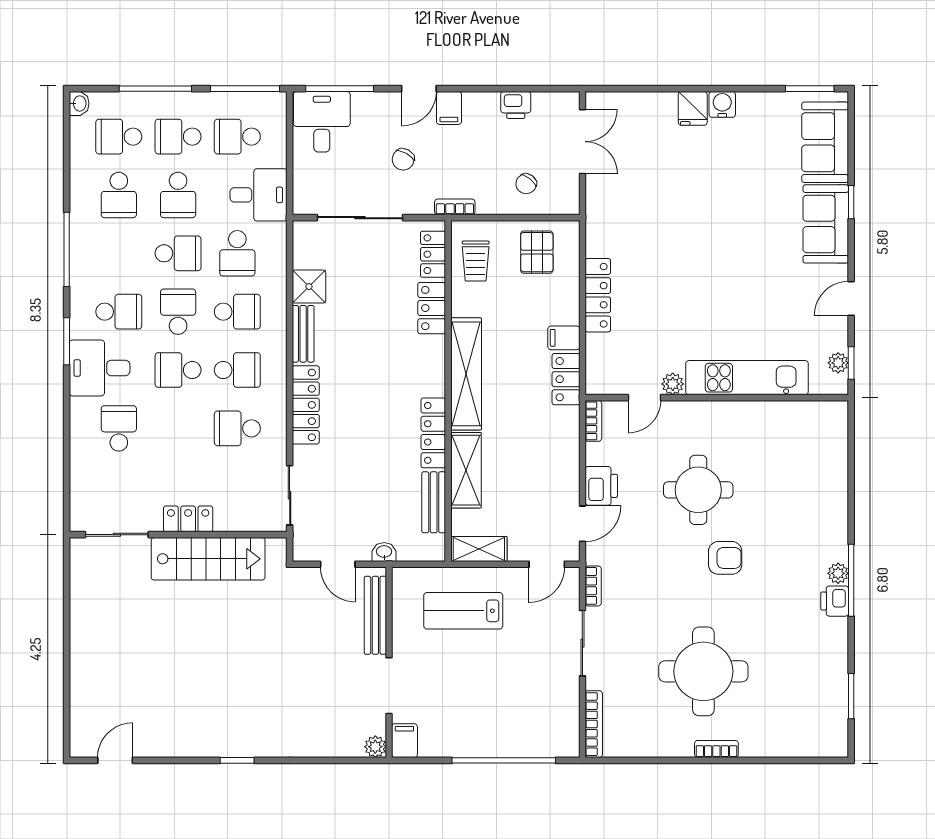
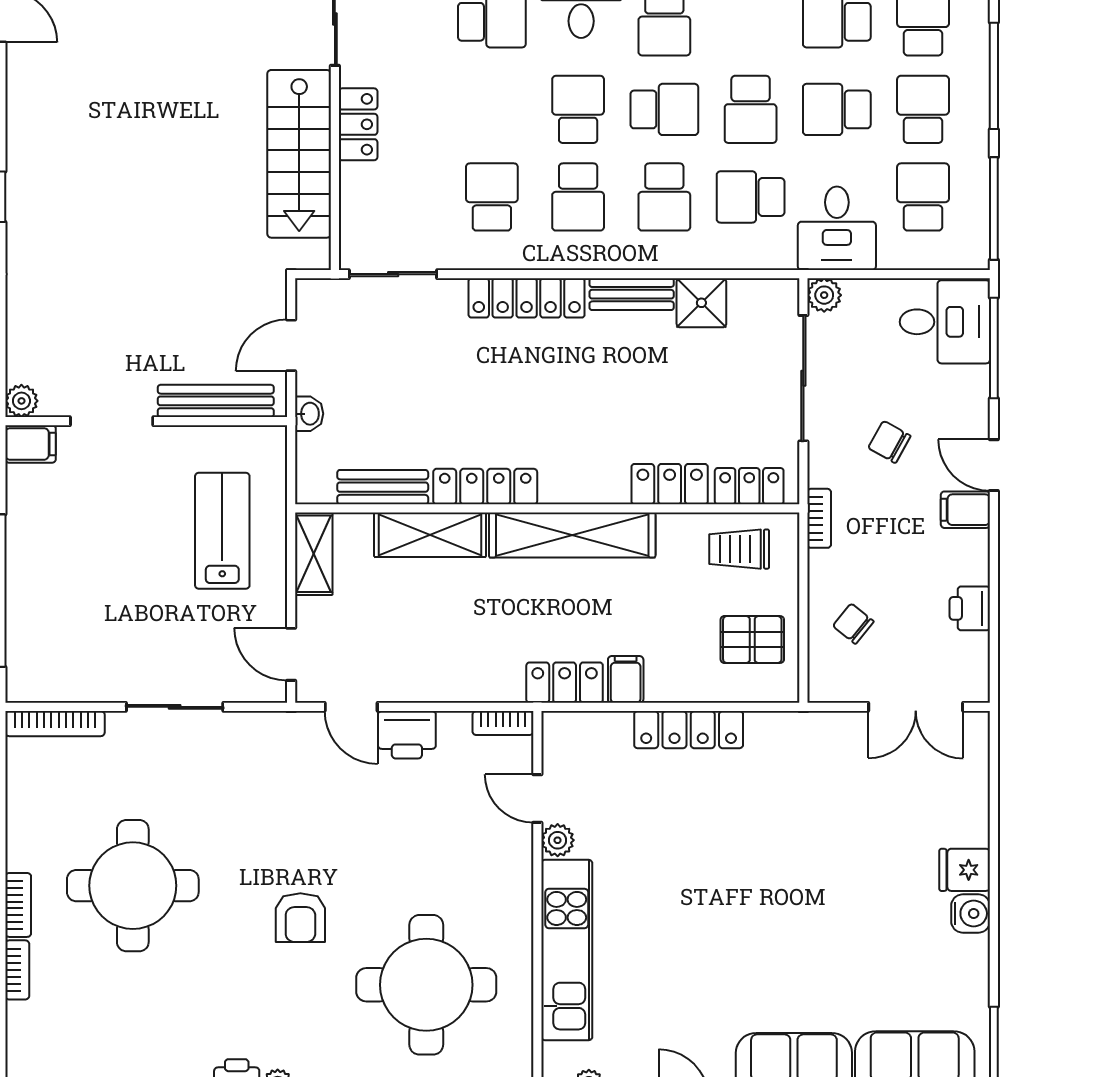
plant: (304, 203) -> (824, 295), added
round table: (698, 490) -> (426, 985), moved, width x1.36, depth x1.36
bookcase: (593, 586) -> (17, 970), moved, turned -90

